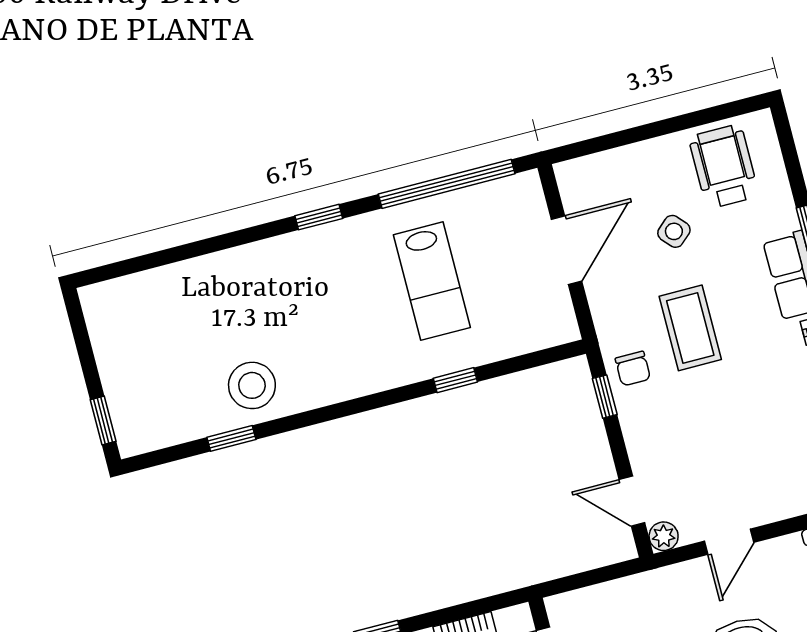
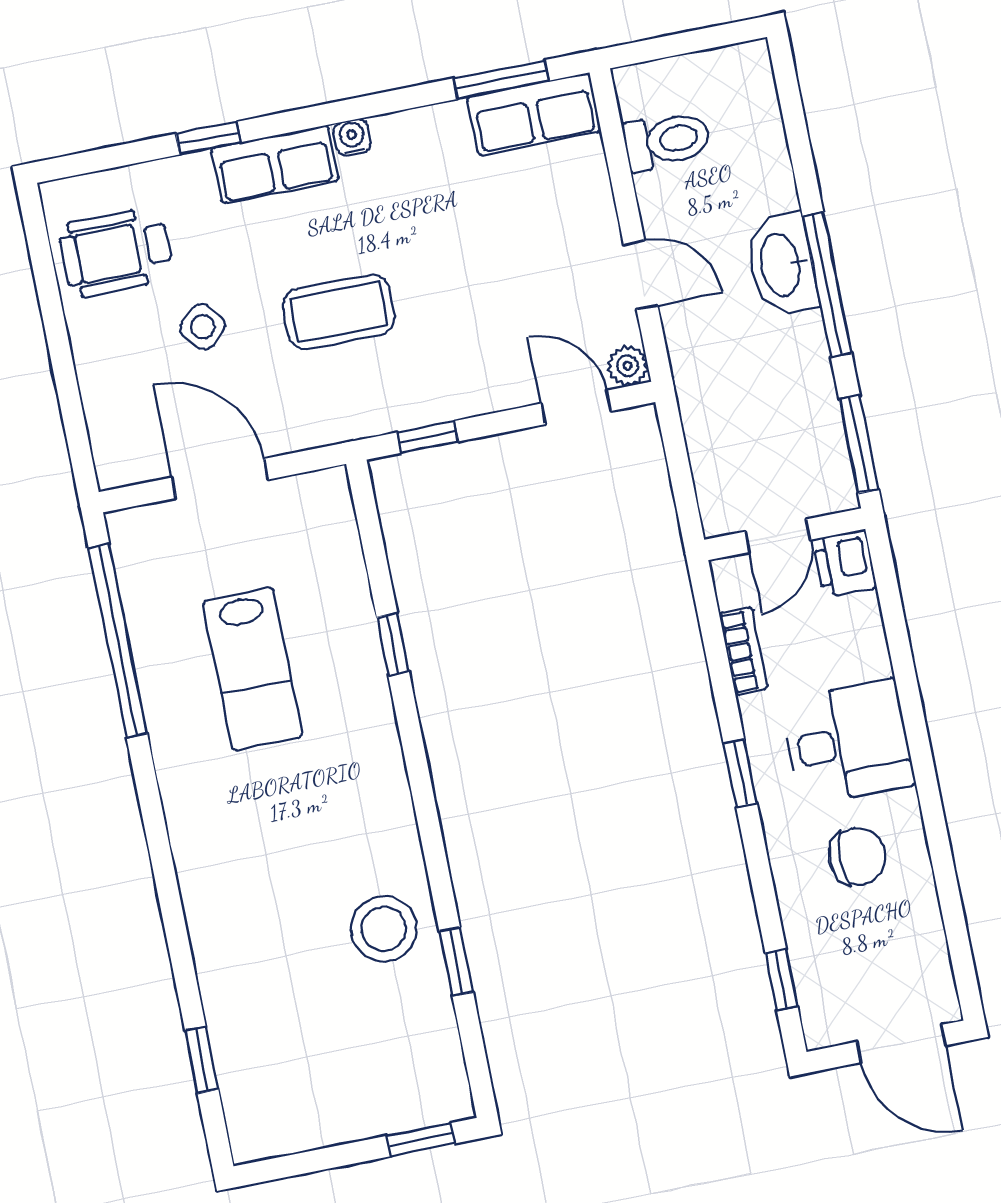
window: (319, 217) -> (202, 1060), moved
lab bench: (432, 281) -> (253, 669), turned 90
chair: (633, 369) -> (391, 395), removed
door: (632, 501) -> (576, 407), swing flipped

